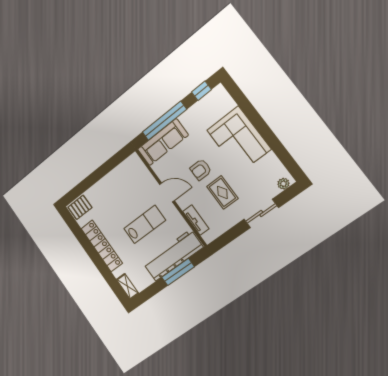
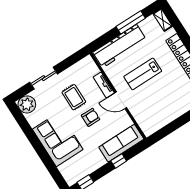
window: (164, 121) -> (119, 161), width x0.32
plant: (283, 184) -> (27, 104), width x1.88, depth x1.88
tv unit: (196, 220) -> (104, 85), moved
window: (178, 272) -> (131, 22), moved

